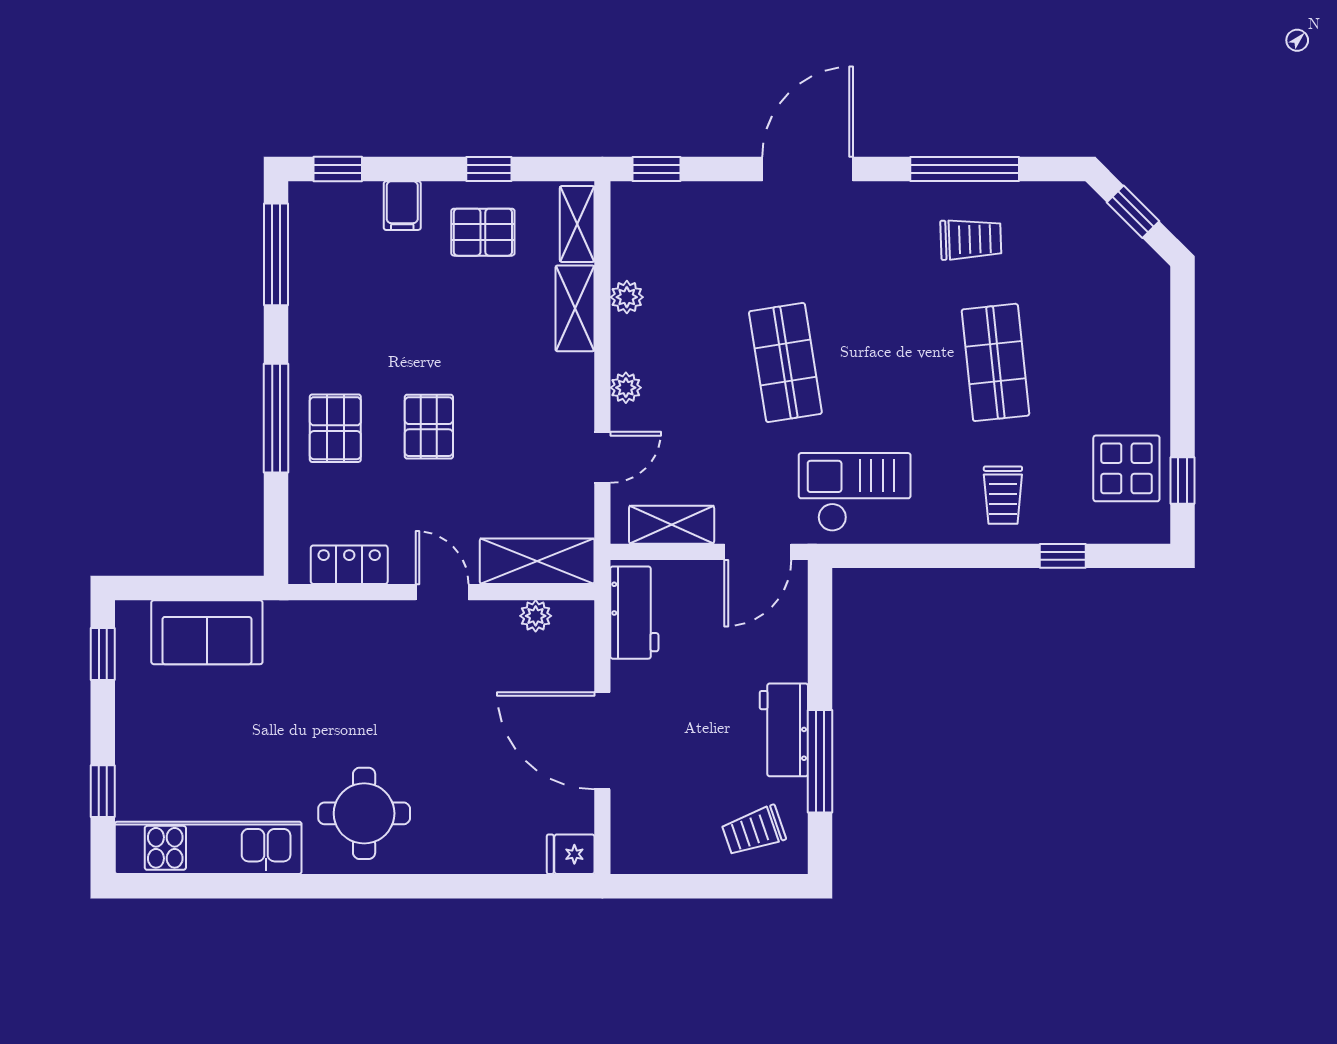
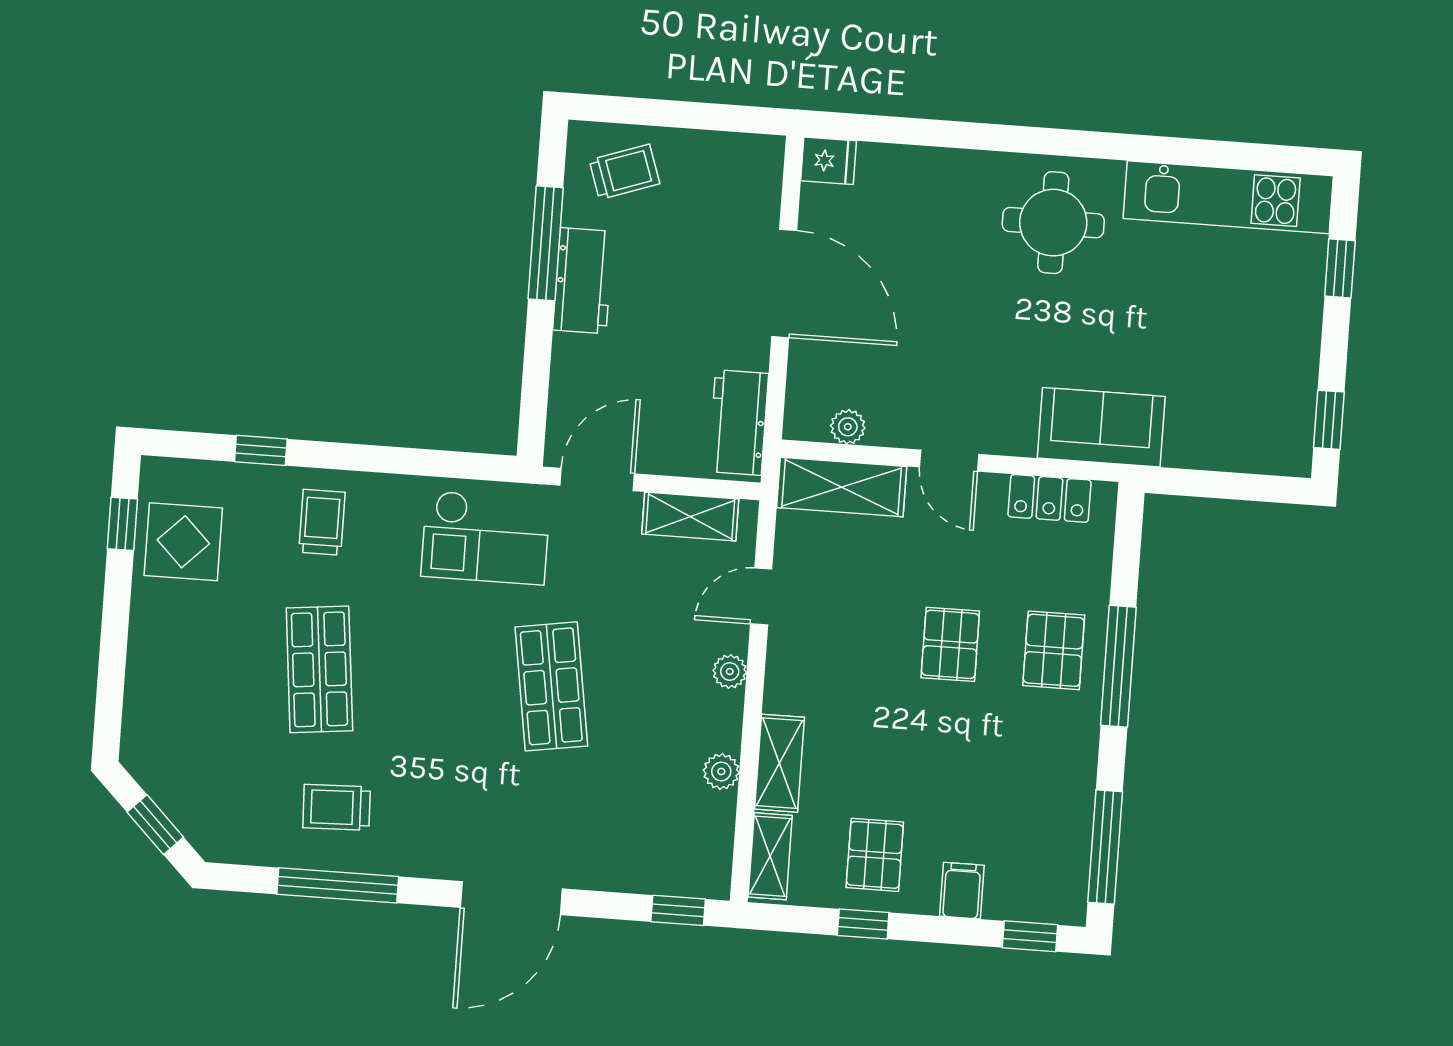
pallet: (483, 232) -> (875, 855), turned 90
sofa: (207, 632) -> (1101, 427), moved

